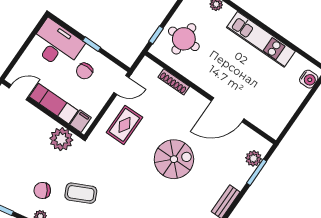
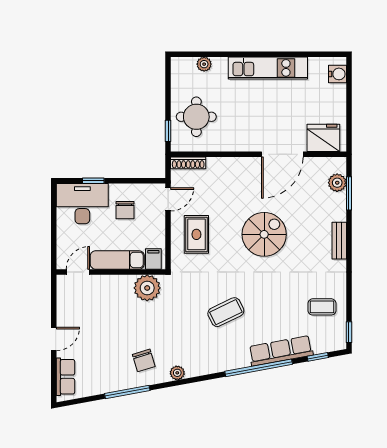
window: (92, 44) -> (93, 181), moved
shoe rack: (174, 82) -> (188, 163), moved
fridge: (266, 119) -> (323, 138), added
chair: (42, 190) -> (144, 360), moved, turned -75
coffee table: (81, 193) -> (226, 312), moved

